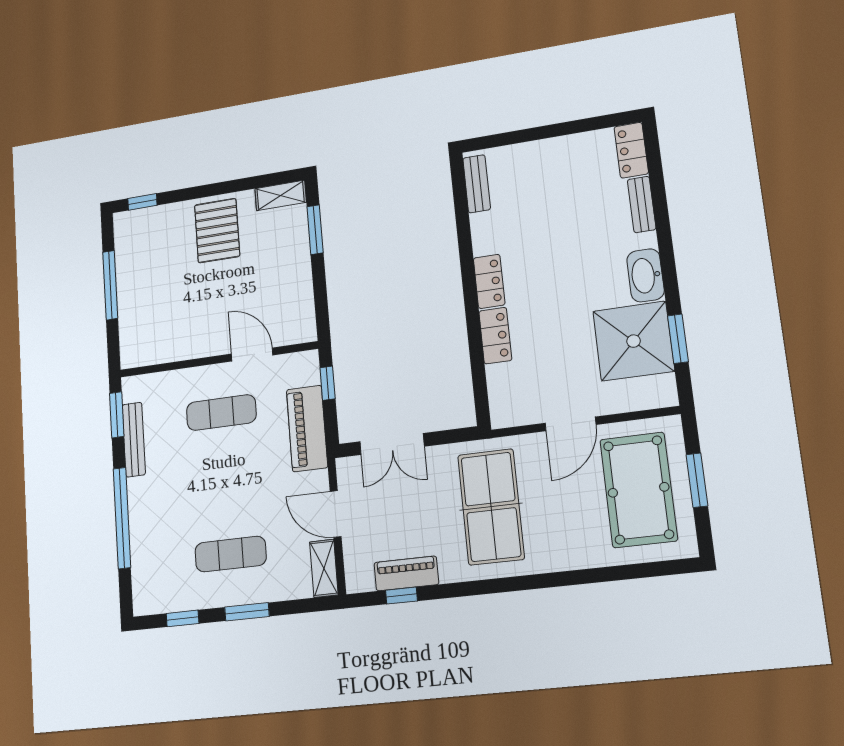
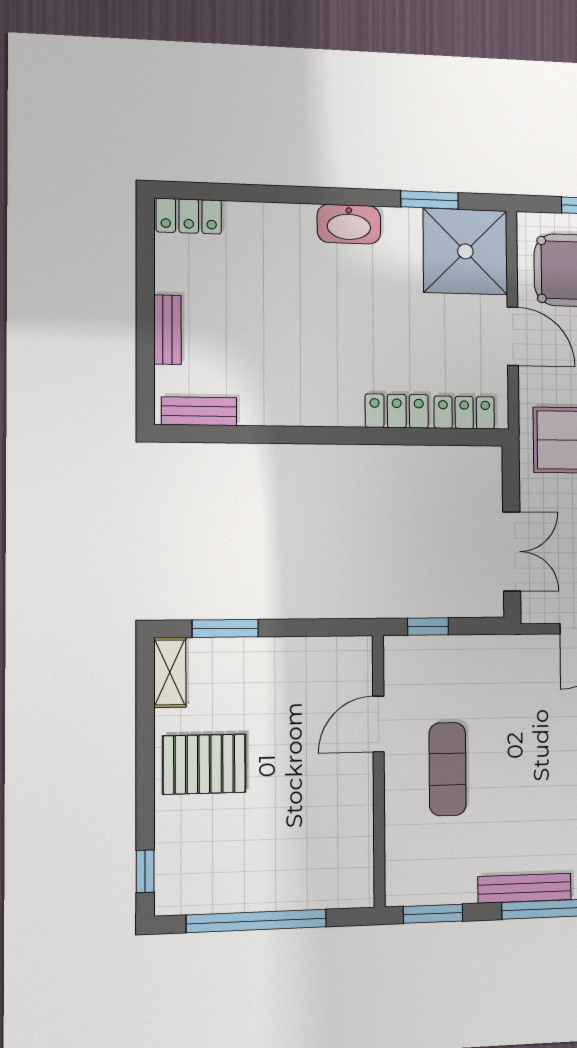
bench: (642, 204) -> (168, 330), moved, turned 90
locker: (489, 281) -> (464, 413), moved
window: (110, 285) -> (257, 921), width x1.46
shower: (634, 341) -> (465, 251), moved
piano: (307, 428) -> (481, 657), removed
bench: (134, 440) -> (525, 888), moved

